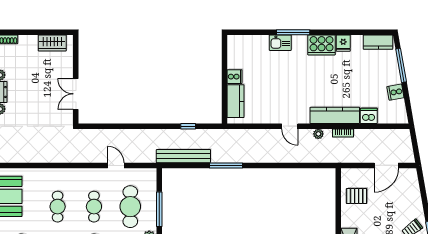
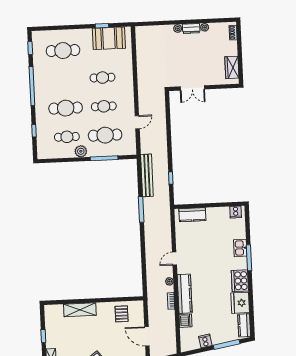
fridge: (343, 43) -> (240, 303), width x1.88, depth x1.34
cooker: (235, 77) -> (236, 212), moved
double door: (76, 94) -> (192, 88), swing flipped

